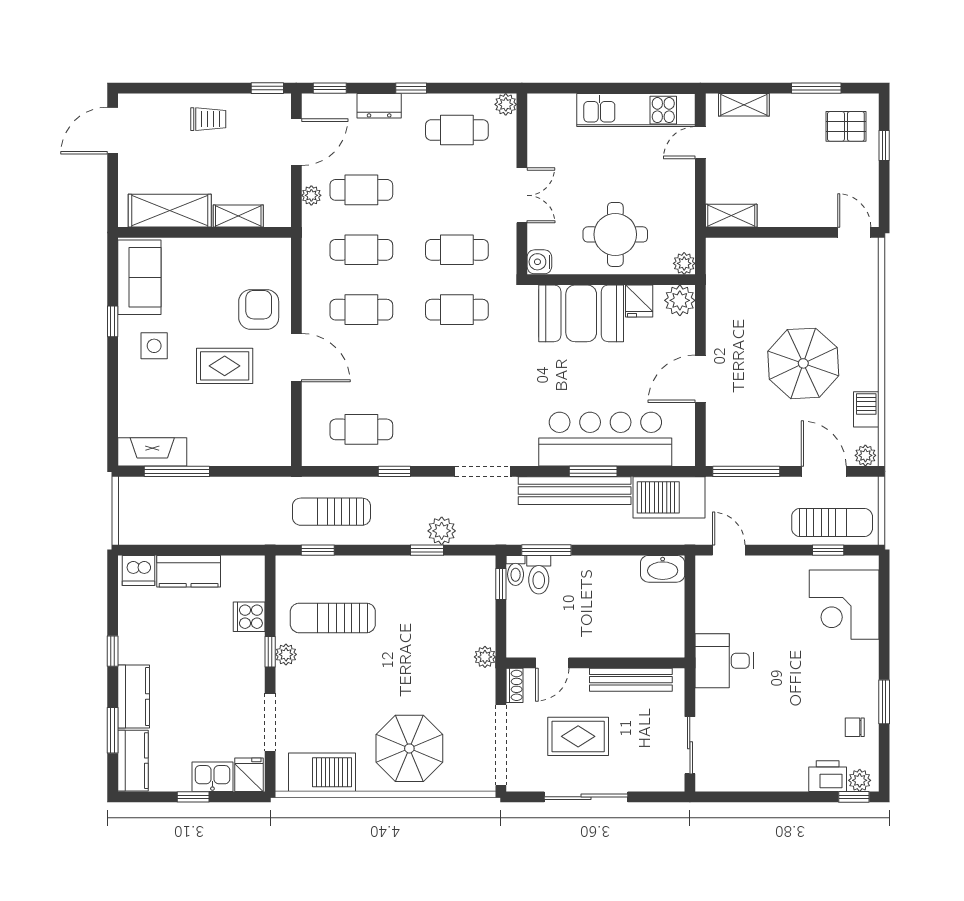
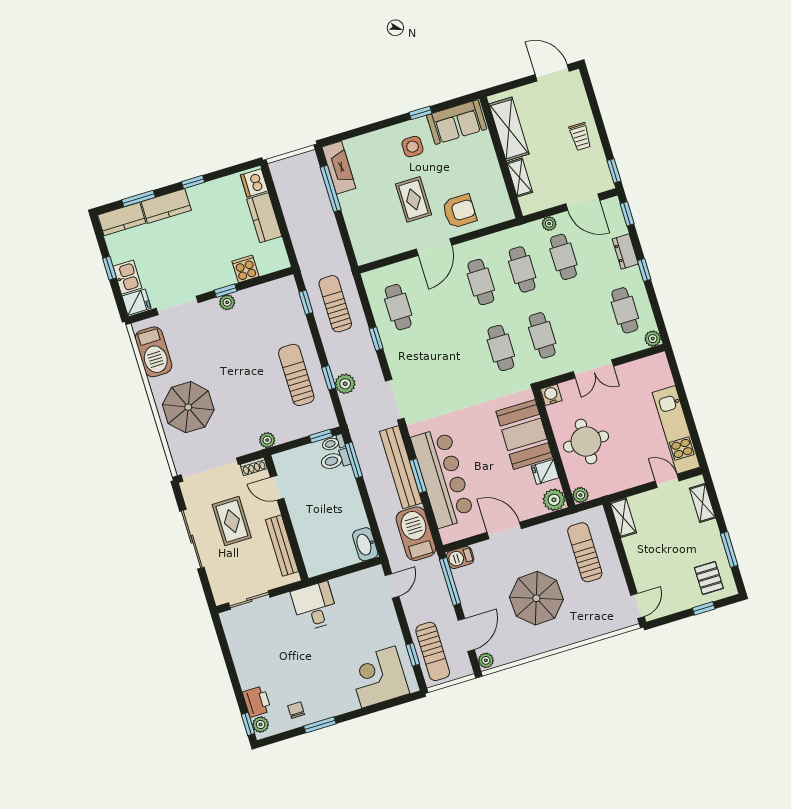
sun lounger: (762, 281) -> (585, 552), added
barbecue: (866, 409) -> (460, 557), moved, turned 180
sun lounger: (333, 618) -> (296, 375), moved

